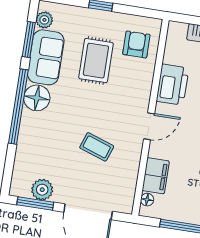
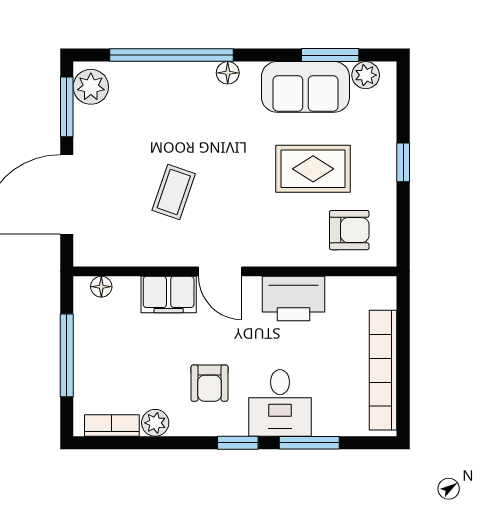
floor lamp: (37, 98) -> (228, 73), width x0.53, depth x0.53
window: (18, 107) -> (171, 55), moved
filing cabinet: (156, 176) -> (169, 294), moved
plant: (42, 190) -> (91, 87), moved

